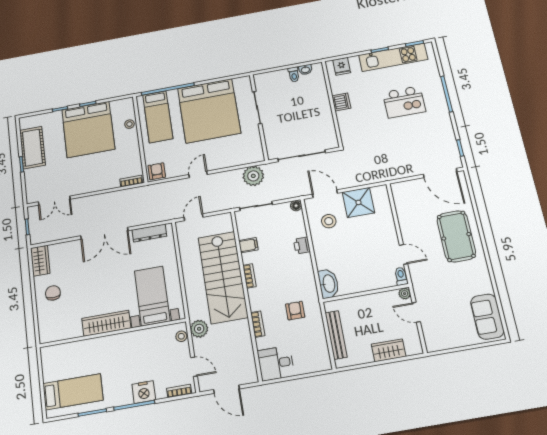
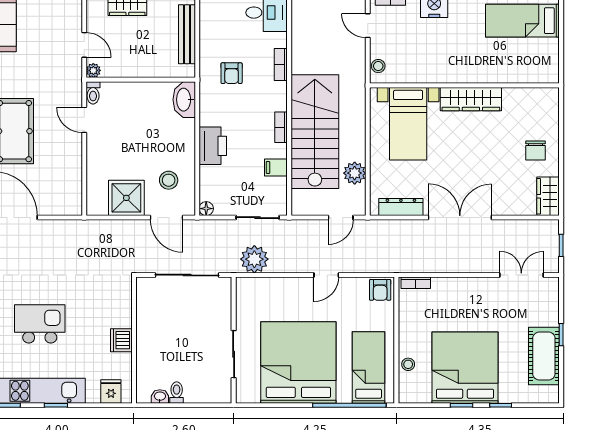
printer: (302, 245) -> (213, 146), width x1.87, depth x1.48
plant: (199, 329) -> (355, 173), moved

